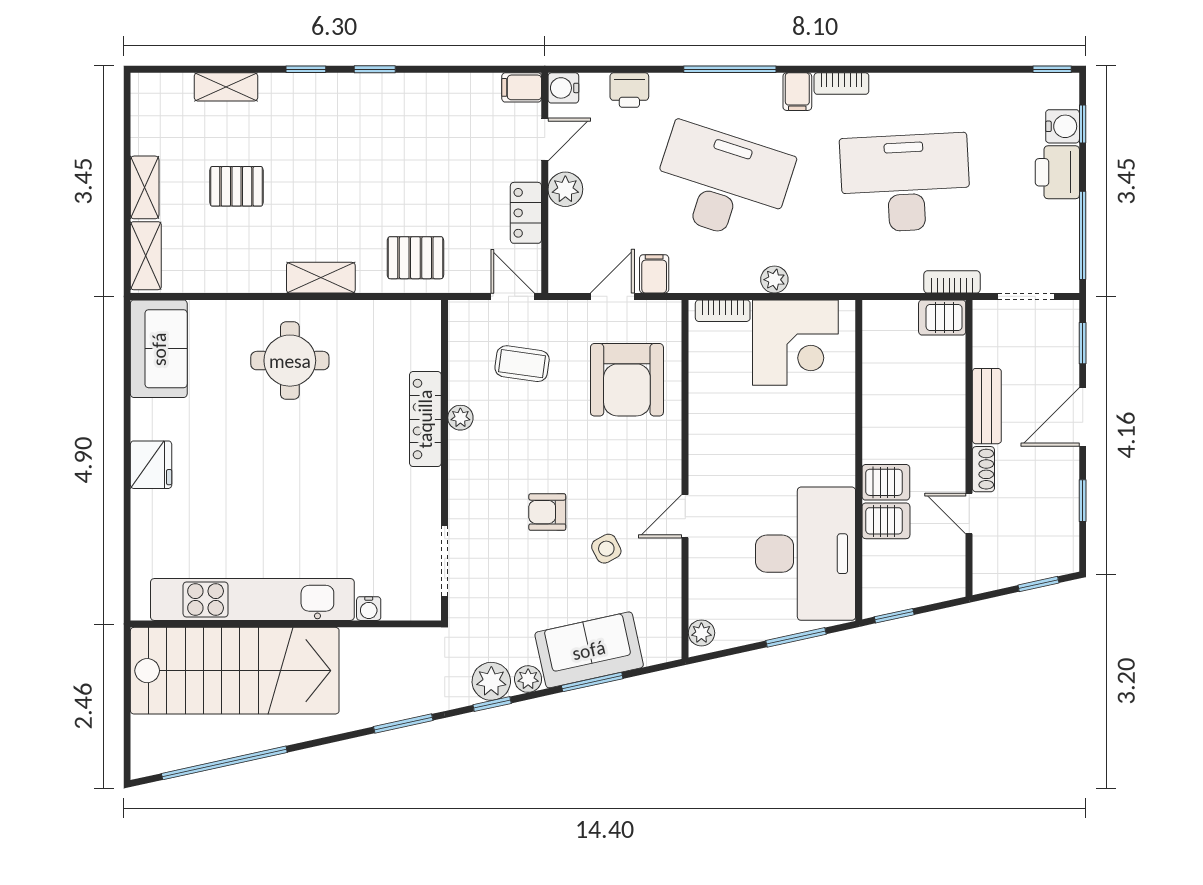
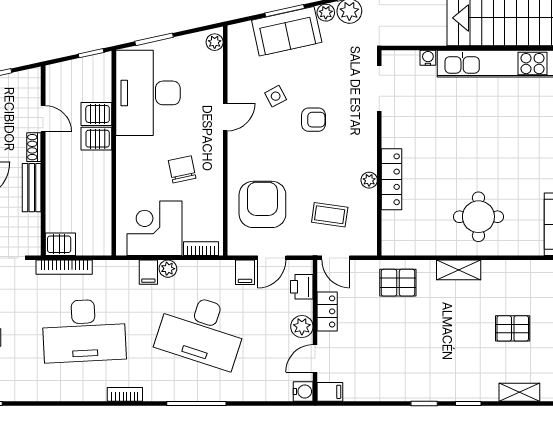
printer: (629, 90) -> (302, 287), moved, turned -90
filing cabinet: (797, 92) -> (148, 272), moved, turned 180
bookcase: (952, 282) -> (64, 267), width x1.56
chair: (752, 434) -> (182, 169), added

